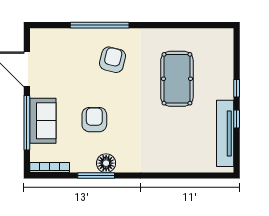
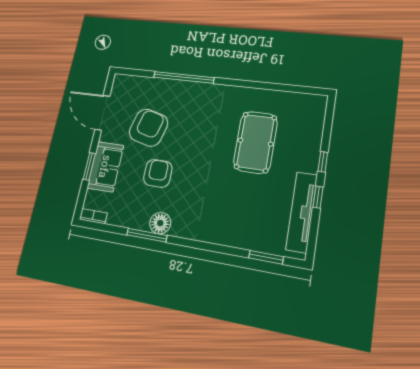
armchair: (113, 60) -> (148, 128), moved, width x1.36, depth x1.36
window: (27, 123) -> (89, 166), width x0.47
bookcase: (50, 168) -> (93, 216), width x0.64
window: (202, 176) -> (266, 257), added

